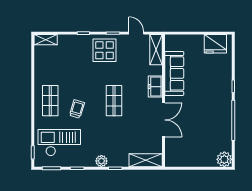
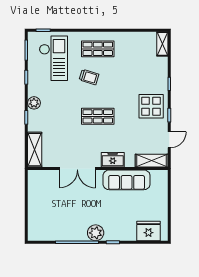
fridge: (215, 44) -> (148, 231), moved, turned 90
plant: (224, 159) -> (96, 233), moved

